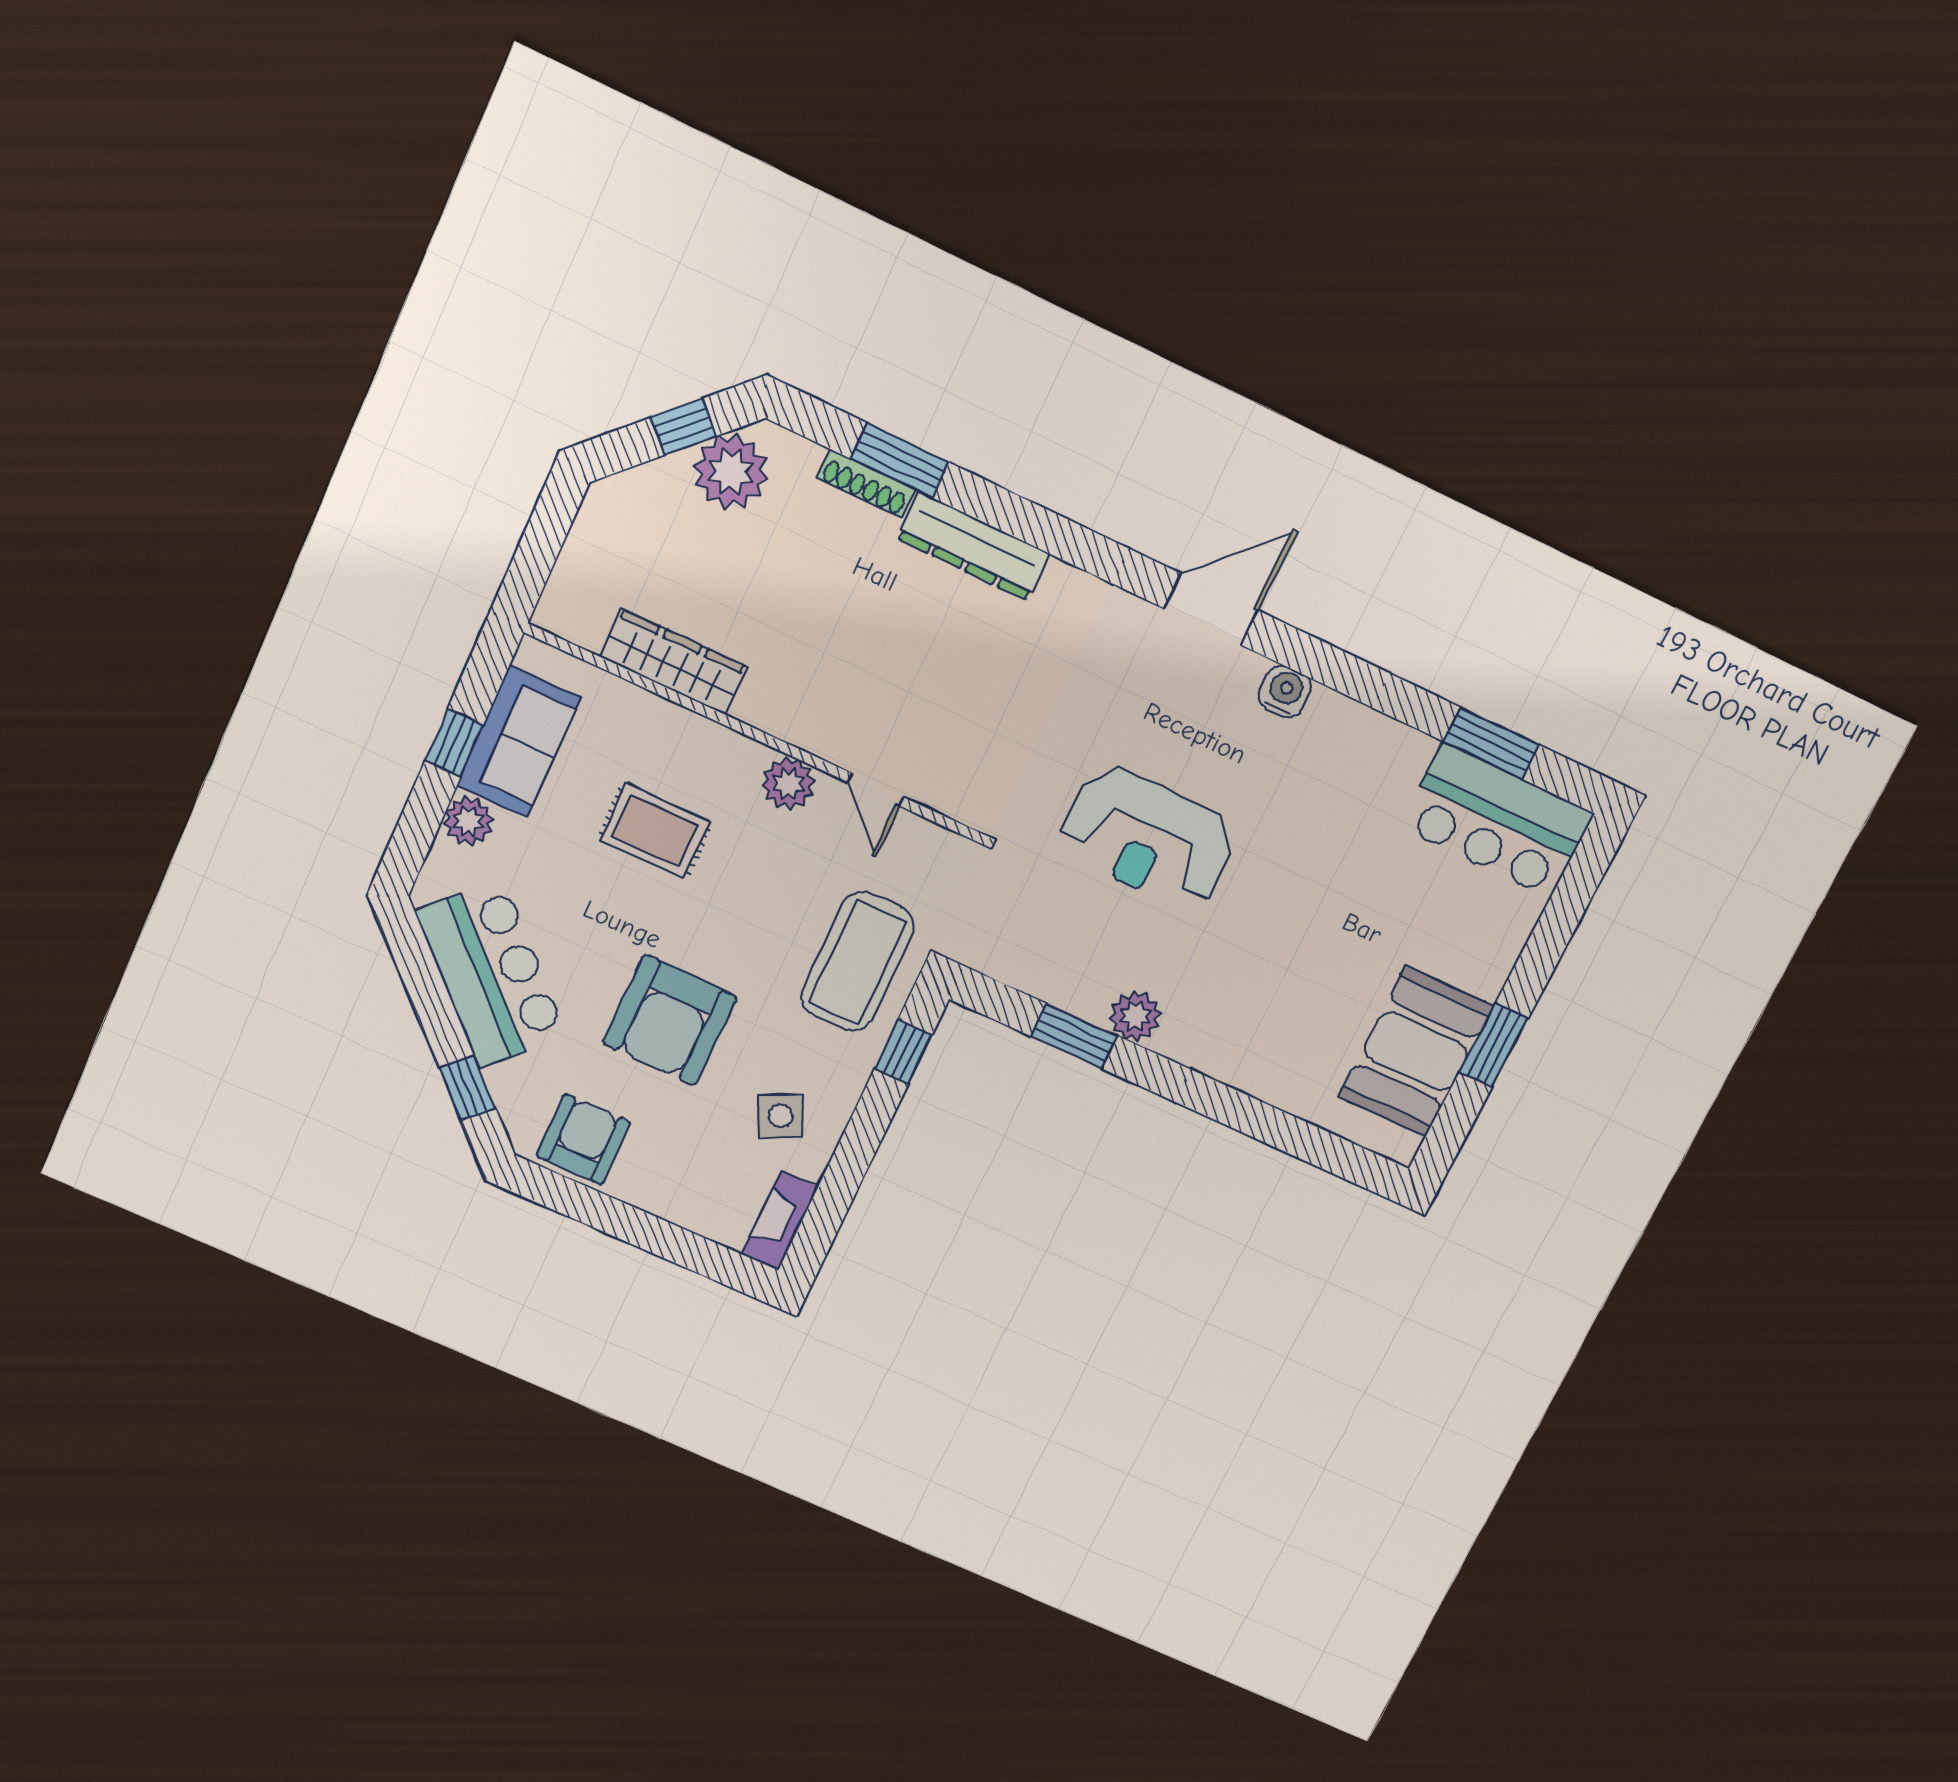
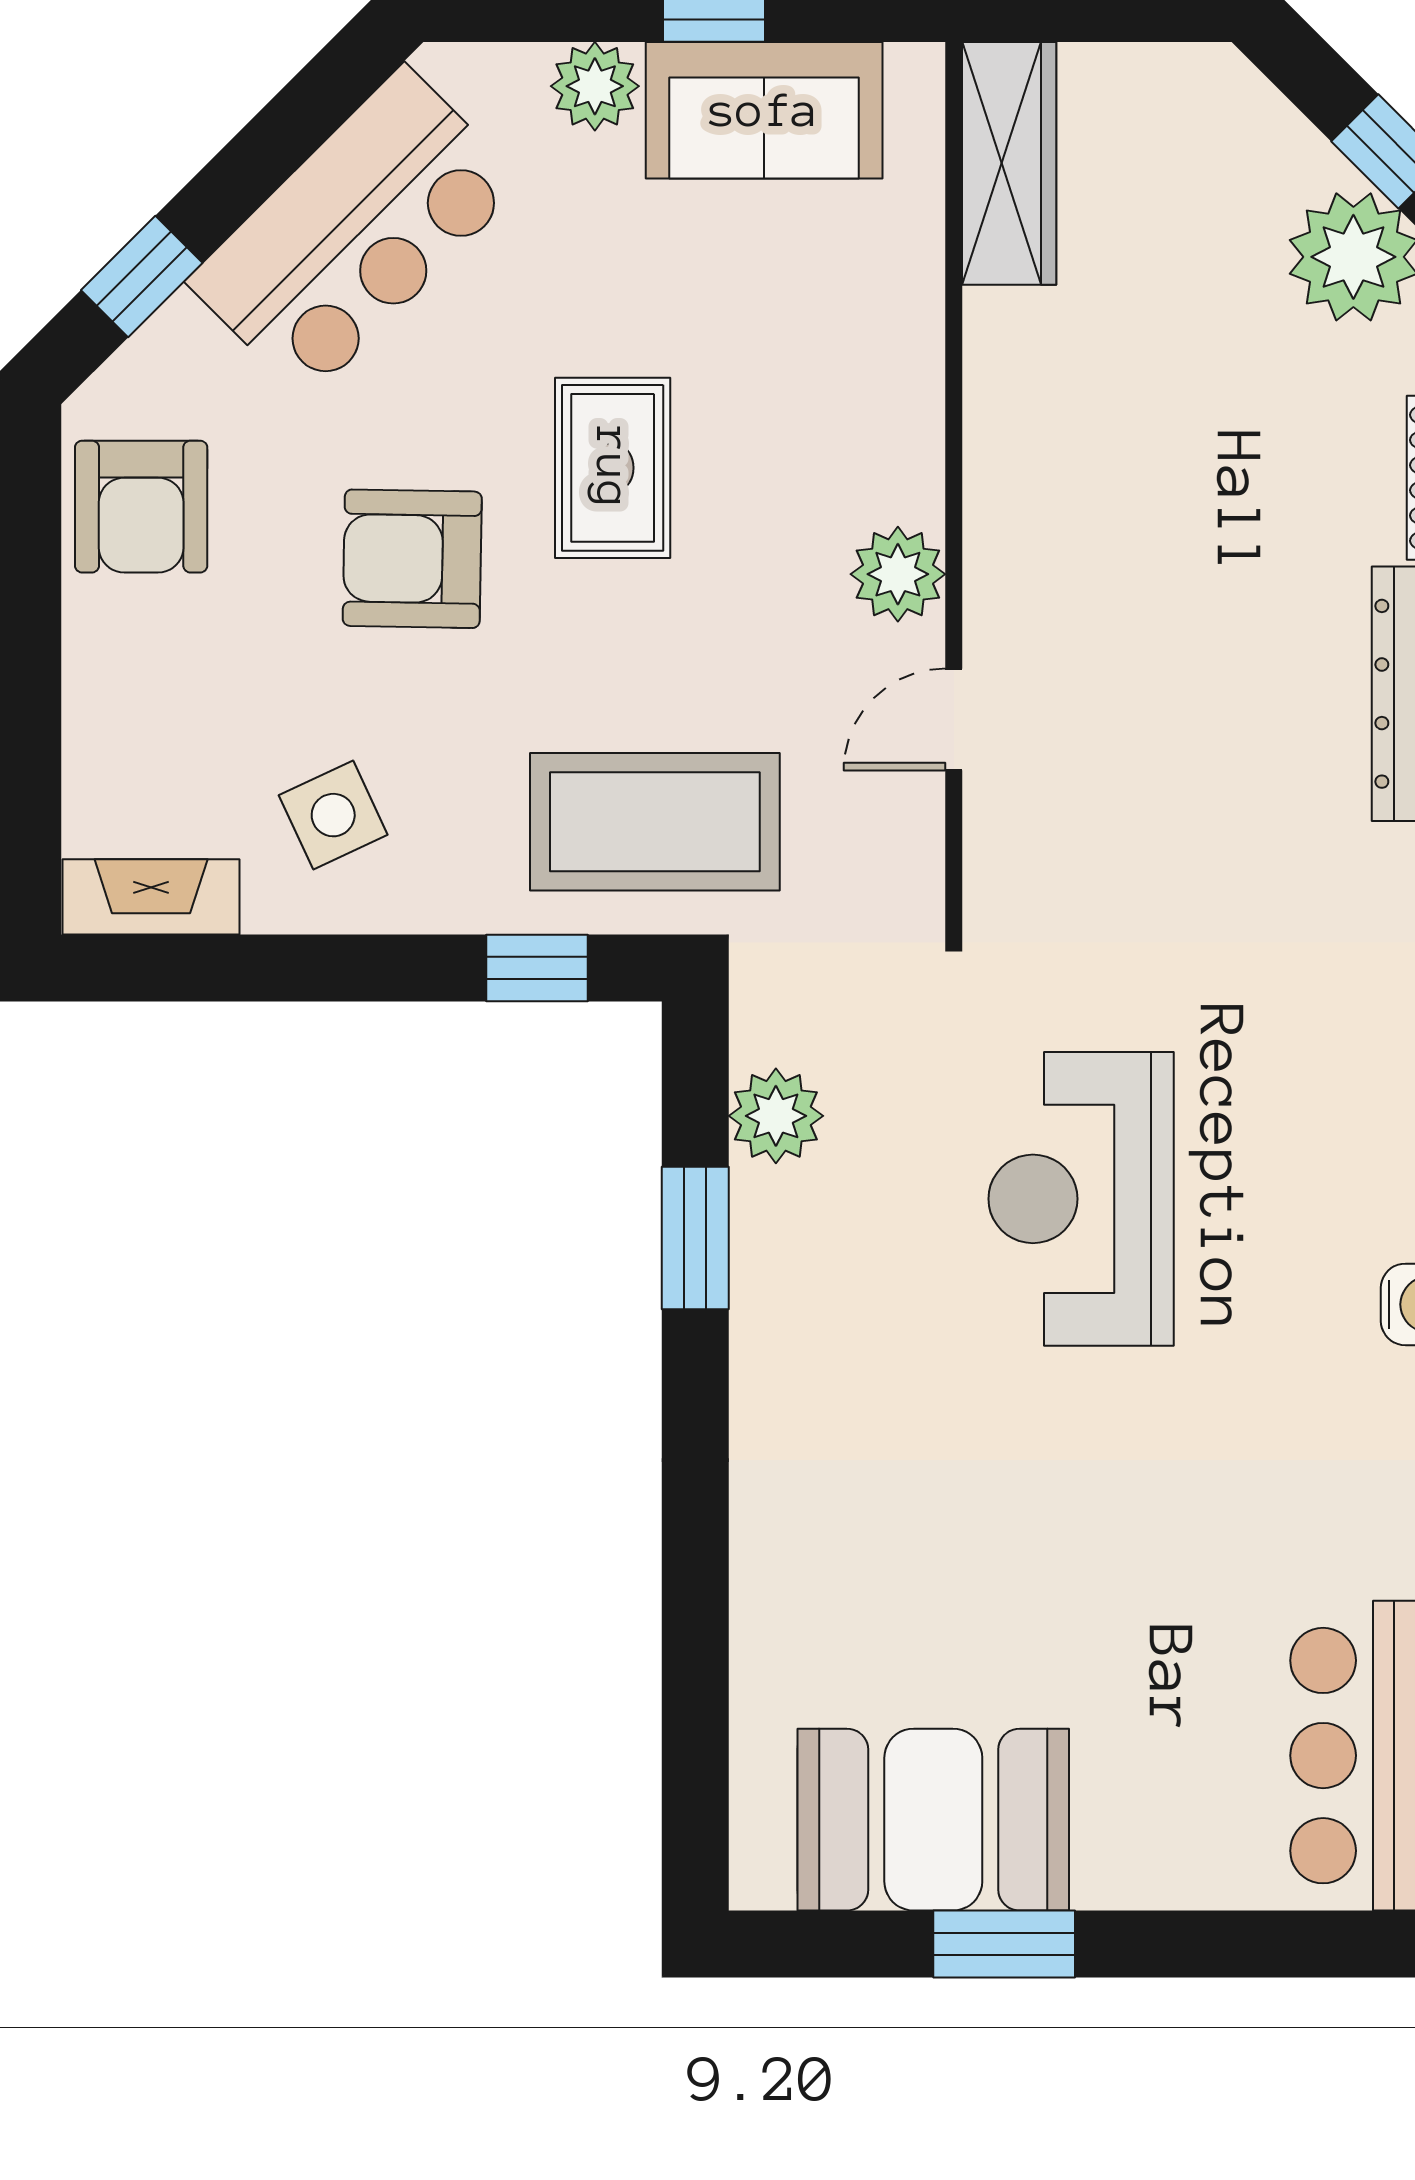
wardrobe: (673, 662) -> (1009, 163), moved
rug: (655, 831) -> (613, 468), moved
plant: (1135, 1016) -> (776, 1116), moved
armchair: (670, 1020) -> (412, 559), width x0.73, depth x0.73
armchair: (583, 1139) -> (141, 507), turned 90

